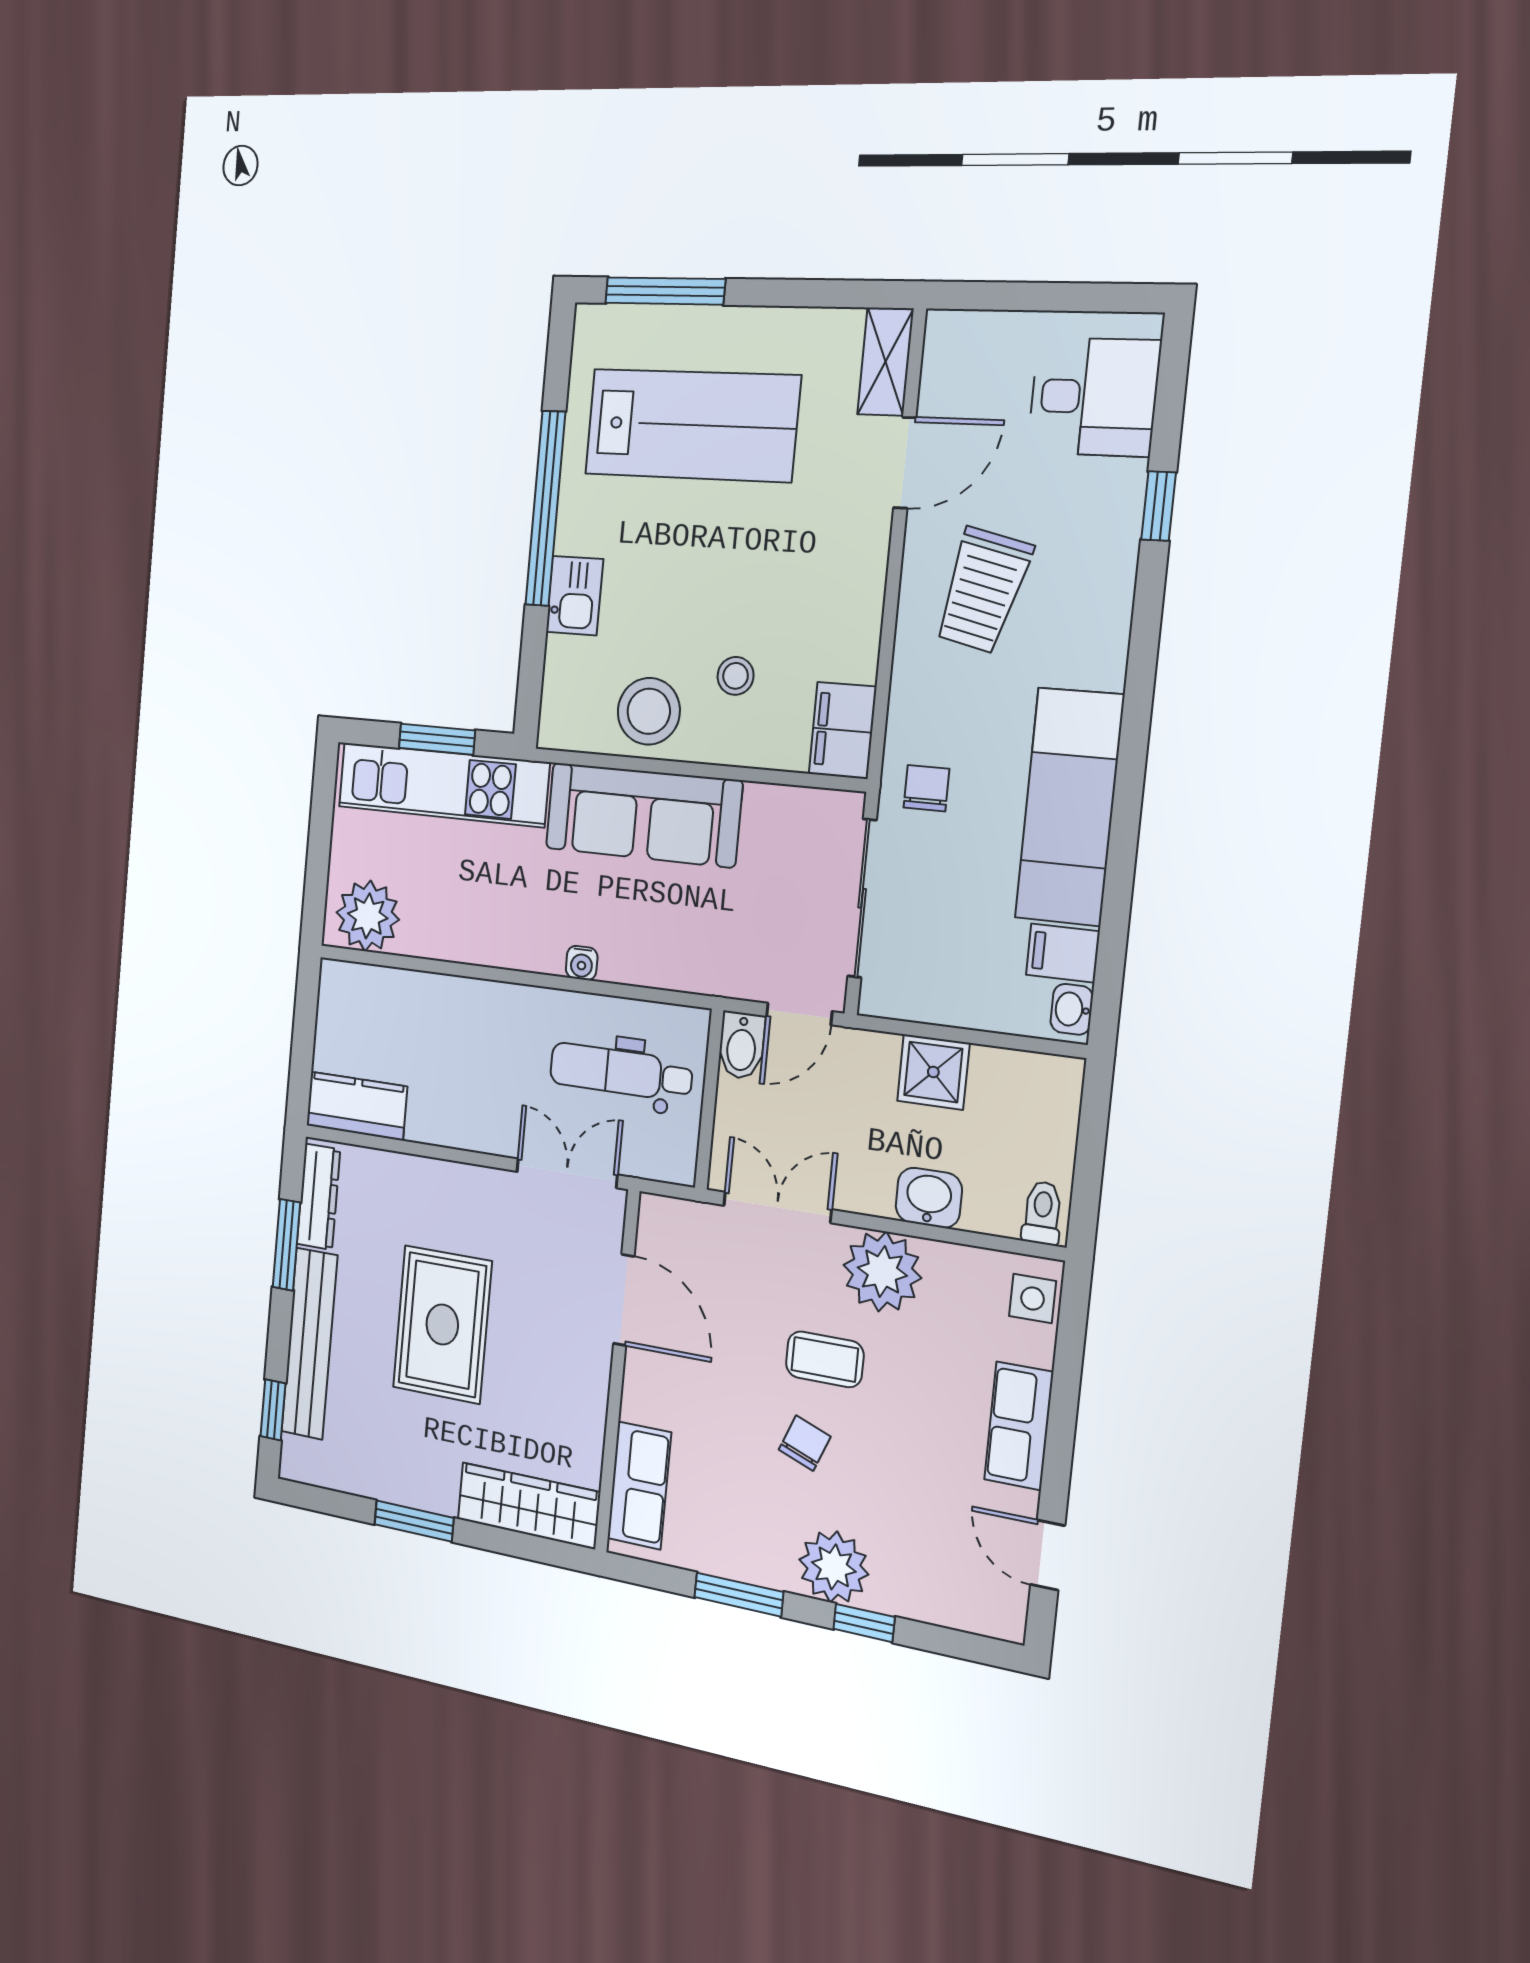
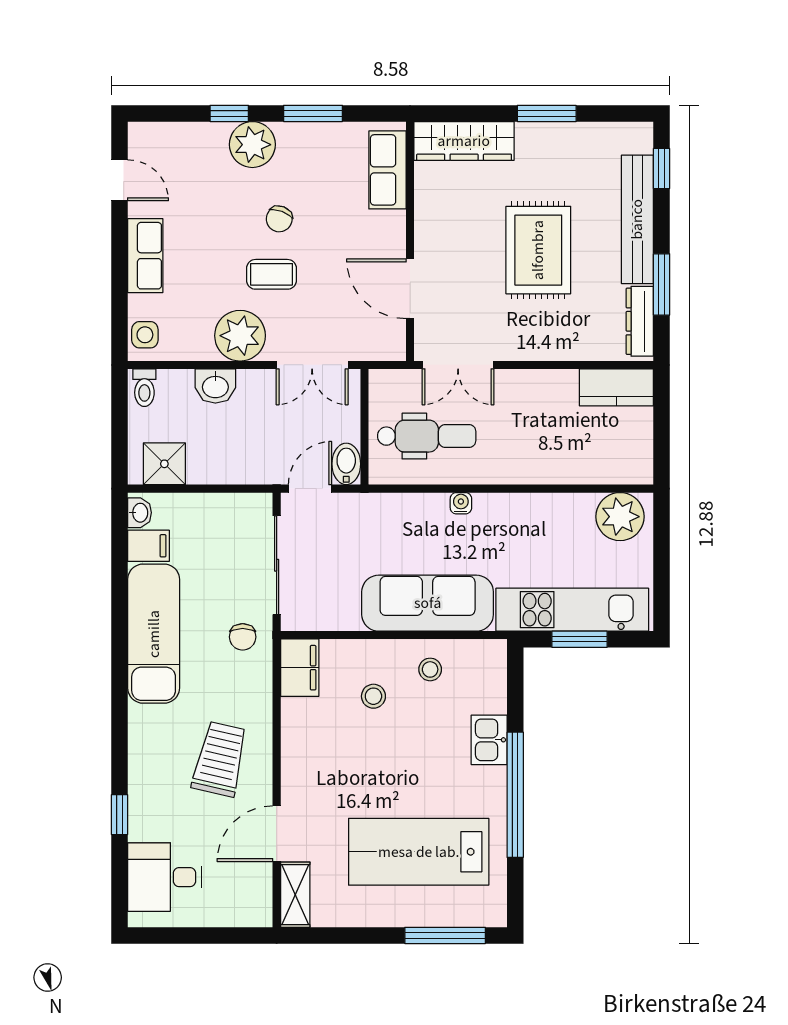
stool: (649, 711) -> (430, 669), width x0.53, depth x0.53
shower: (933, 1072) -> (164, 464), moved

